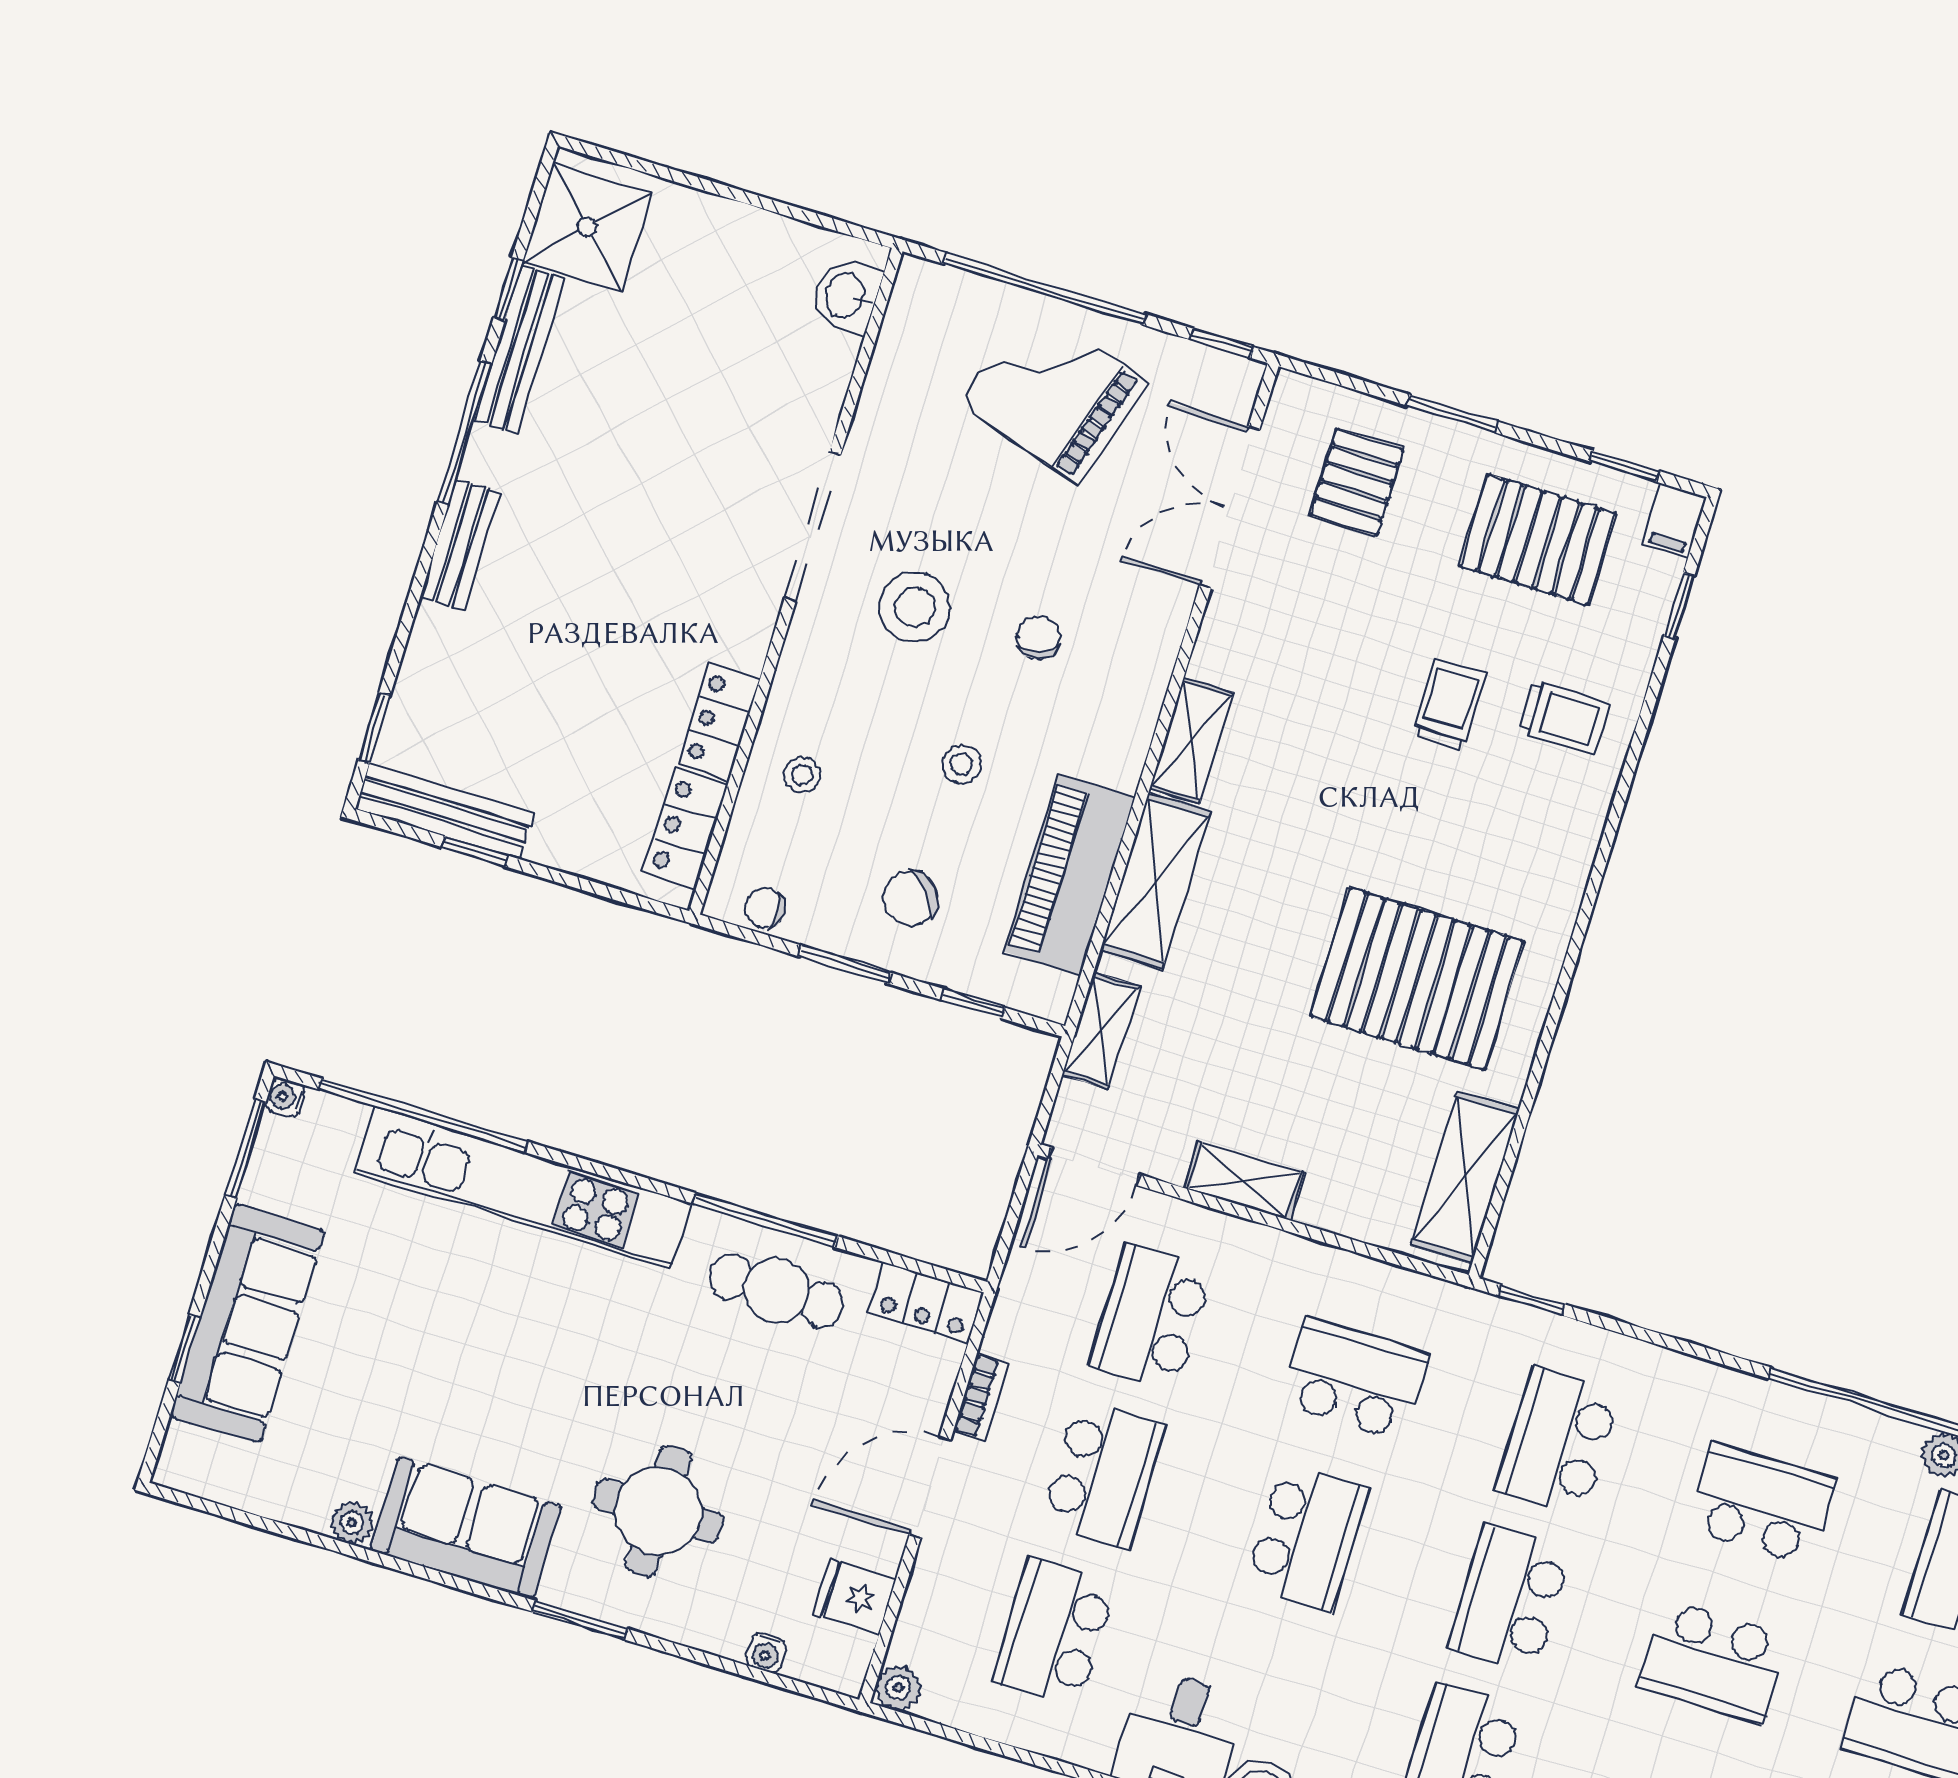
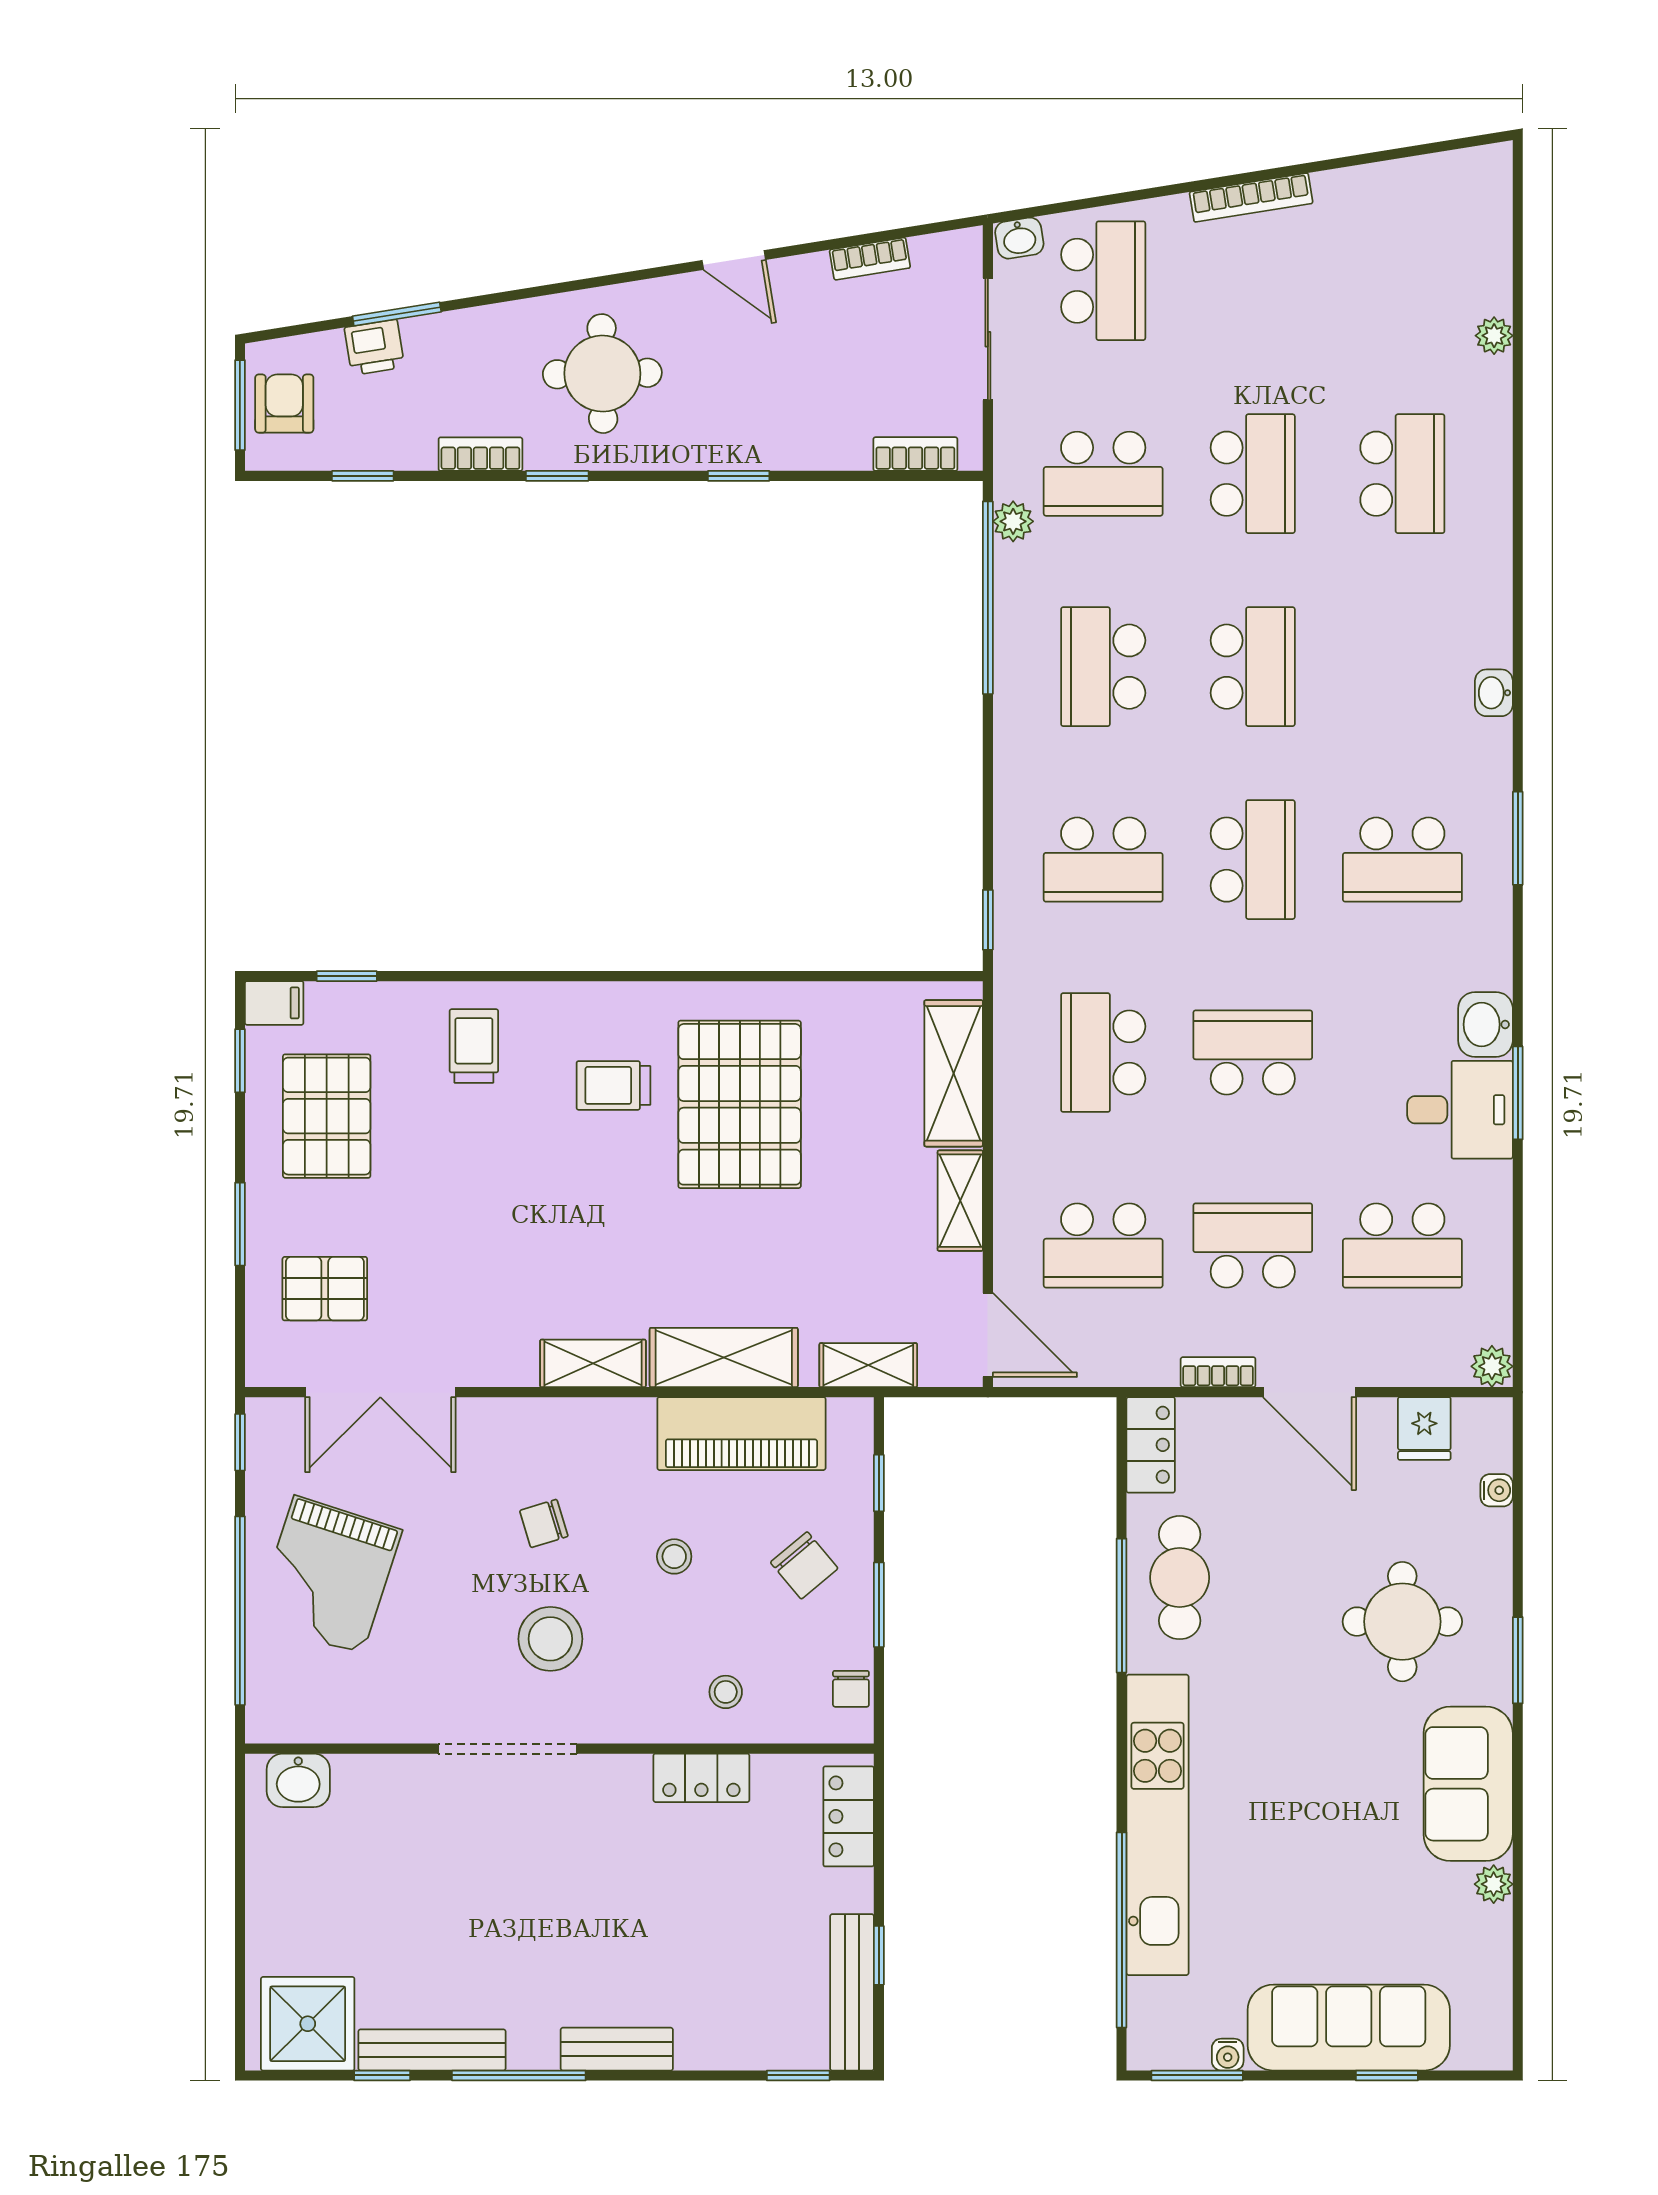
trolley: (1449, 704) -> (613, 1085), moved
locker: (685, 829) -> (849, 1816), moved, turned 90
water cooler: (285, 1097) -> (1228, 2055), moved
shelving: (1465, 1177) -> (954, 1073), moved, turned 90
school desk: (1510, 1599) -> (1253, 860), turned -90

